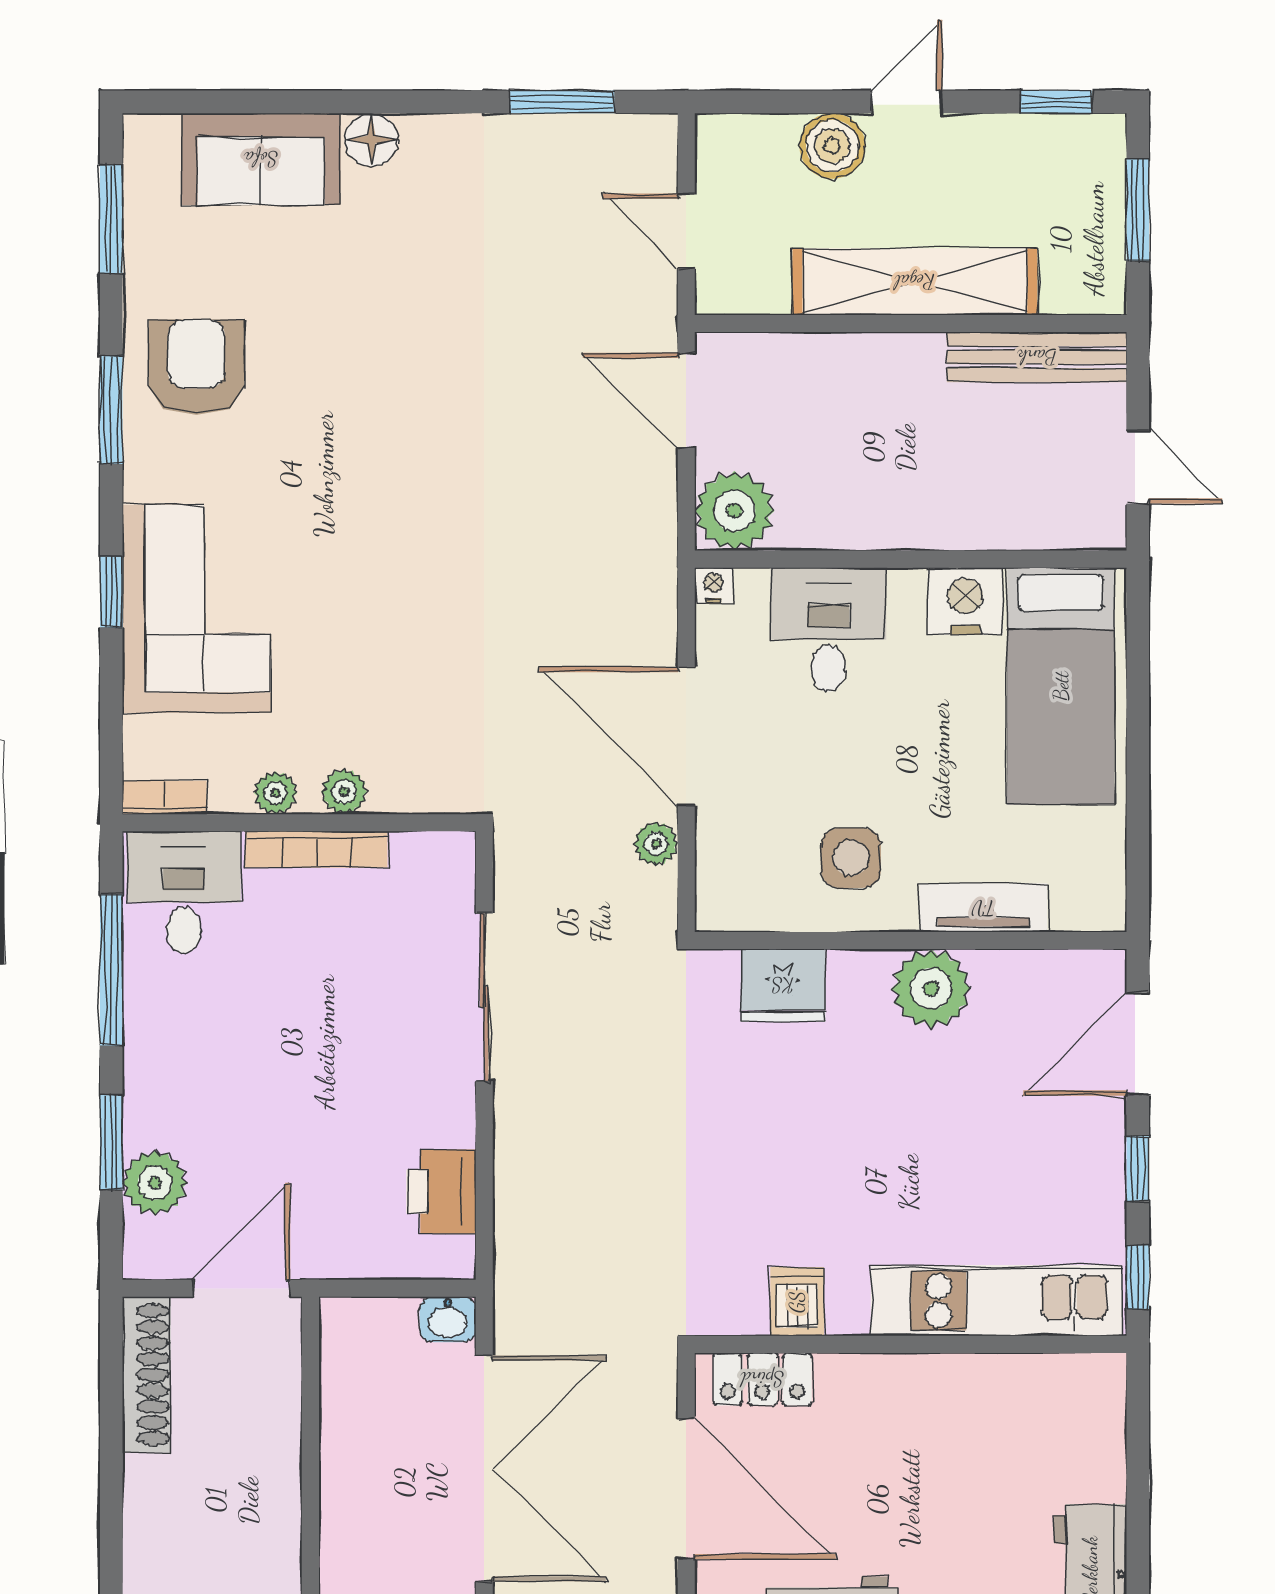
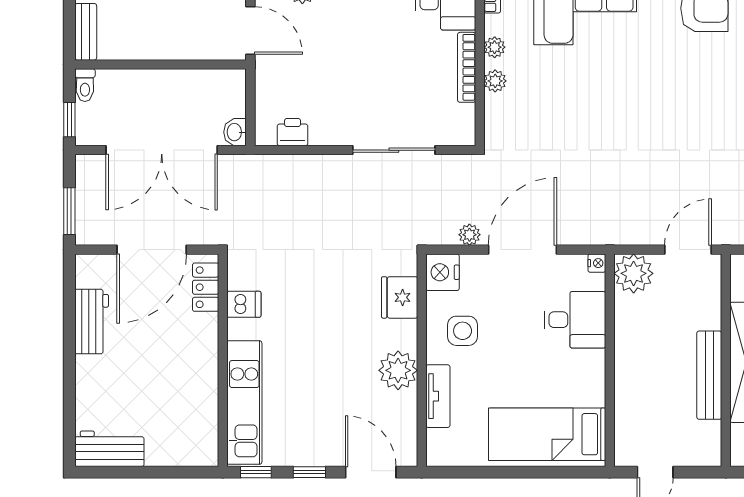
bench: (1037, 357) -> (709, 375), moved
nightstand: (965, 601) -> (442, 272), moved, turned 180
printer: (441, 1192) -> (293, 132), width x0.73, depth x0.81

